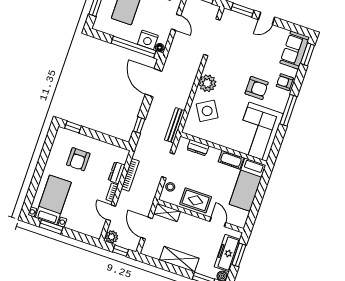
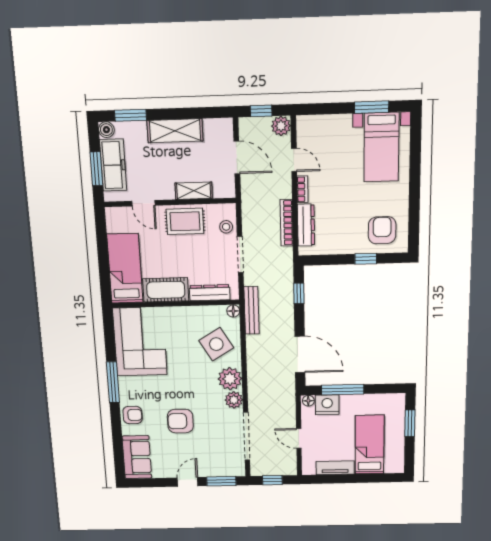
window: (133, 47) -> (343, 390), width x0.68
window: (308, 54) -> (119, 458), removed
plant: (211, 67) -> (234, 400), added
armchair: (257, 88) -> (180, 421), moved
window: (73, 127) -> (366, 259), moved
floor lamp: (187, 129) -> (233, 311), added
dresser: (198, 148) -> (210, 293), width x1.44
armchair: (78, 159) -> (382, 230), moved
cot: (231, 160) -> (166, 290), width x1.37, depth x1.34
dresser: (117, 173) -> (306, 225), width x1.44
shelving: (167, 212) -> (194, 191), moved

